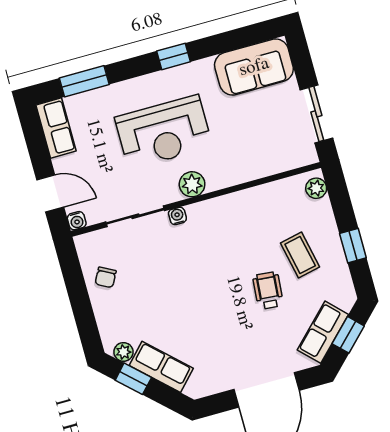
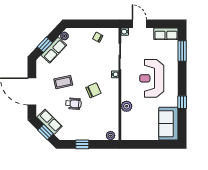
window: (174, 56) -> (182, 102), moved
sliding door: (316, 114) -> (142, 144), removed
plant: (192, 184) -> (127, 106), moved
door: (50, 193) -> (139, 24), swing flipped
chair: (226, 254) -> (93, 90), added
coffee table: (300, 255) -> (63, 82), moved
window: (133, 379) -> (45, 45), moved

